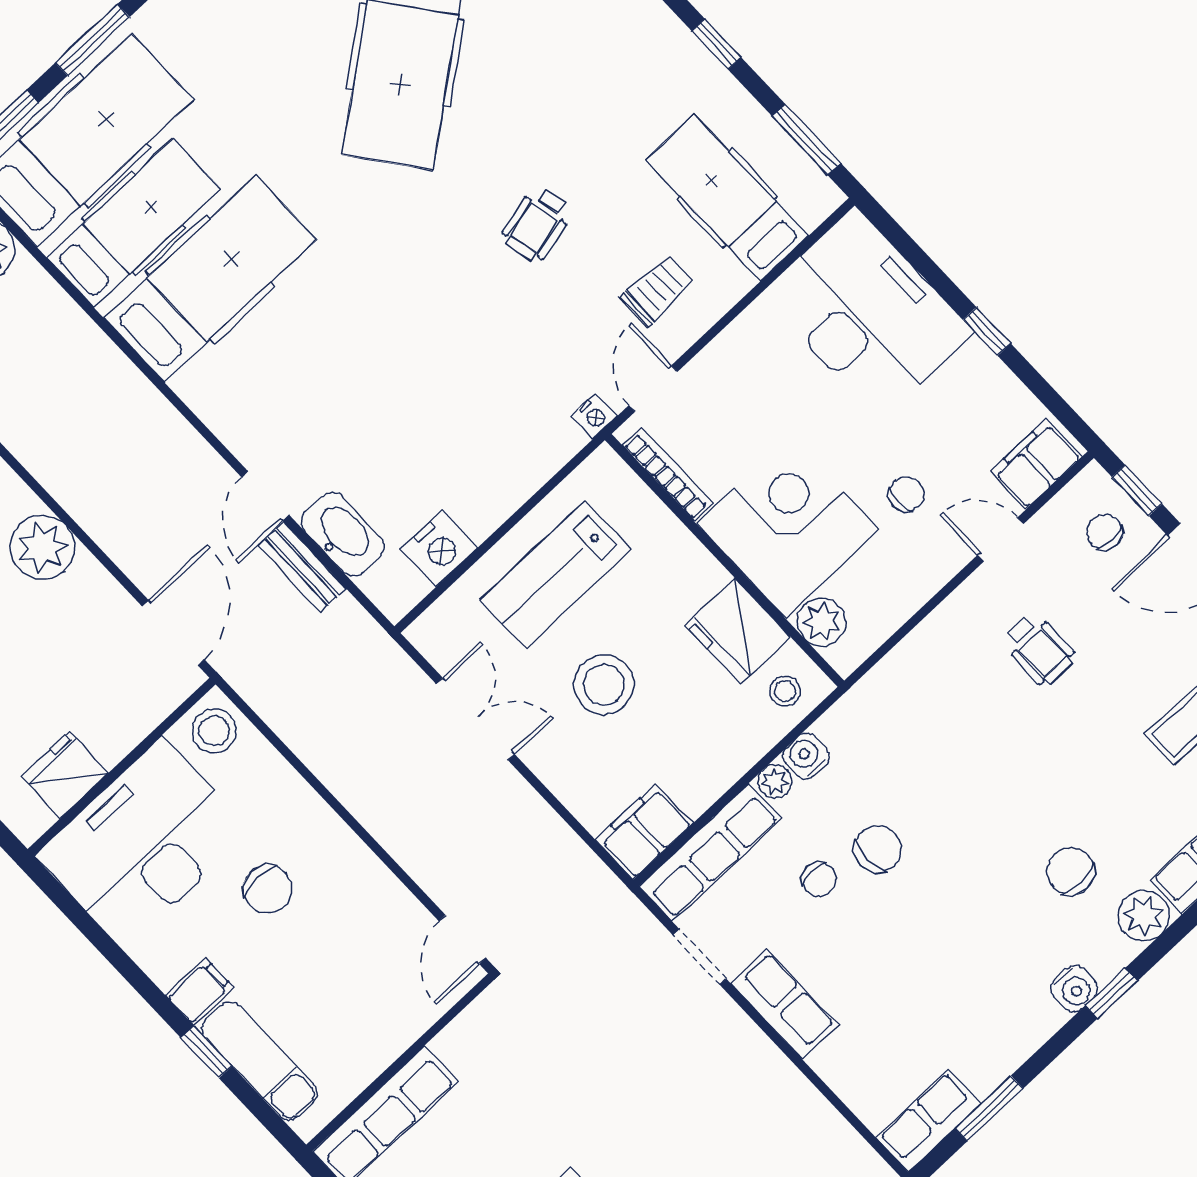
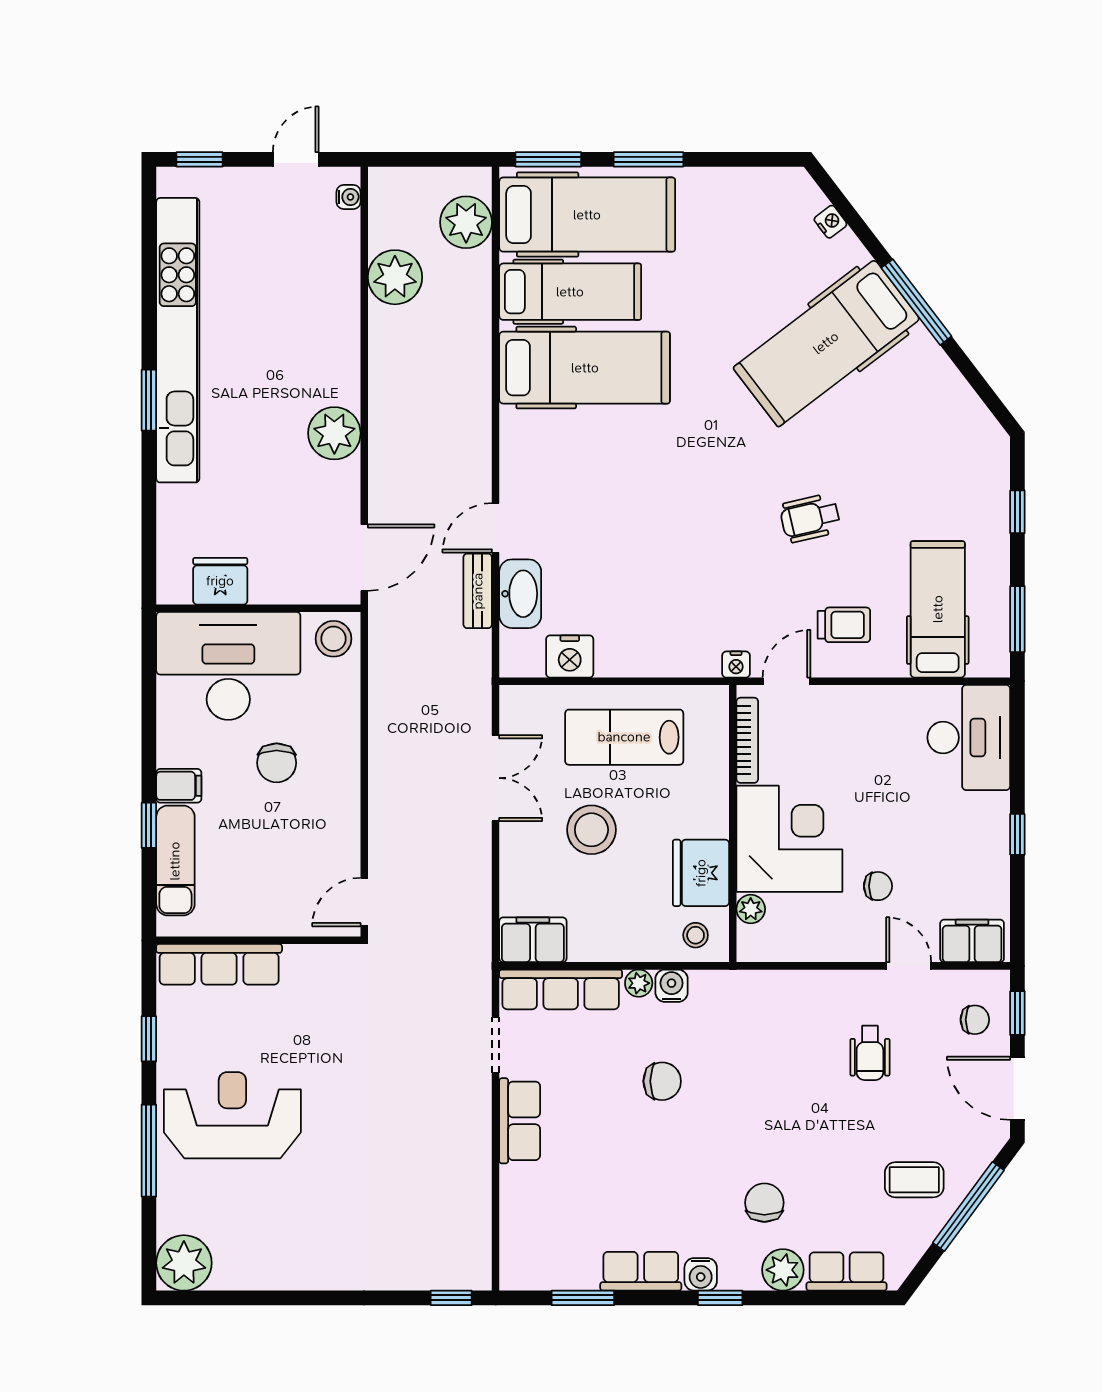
desk: (868, 313) -> (969, 738), width x0.73, depth x0.77
chair: (1105, 532) -> (975, 1020), turned 90
plant: (822, 622) -> (751, 909), width x0.73, depth x0.73
chair: (819, 879) -> (610, 1066), removed
row of seats: (928, 1121) -> (641, 1271), moved

